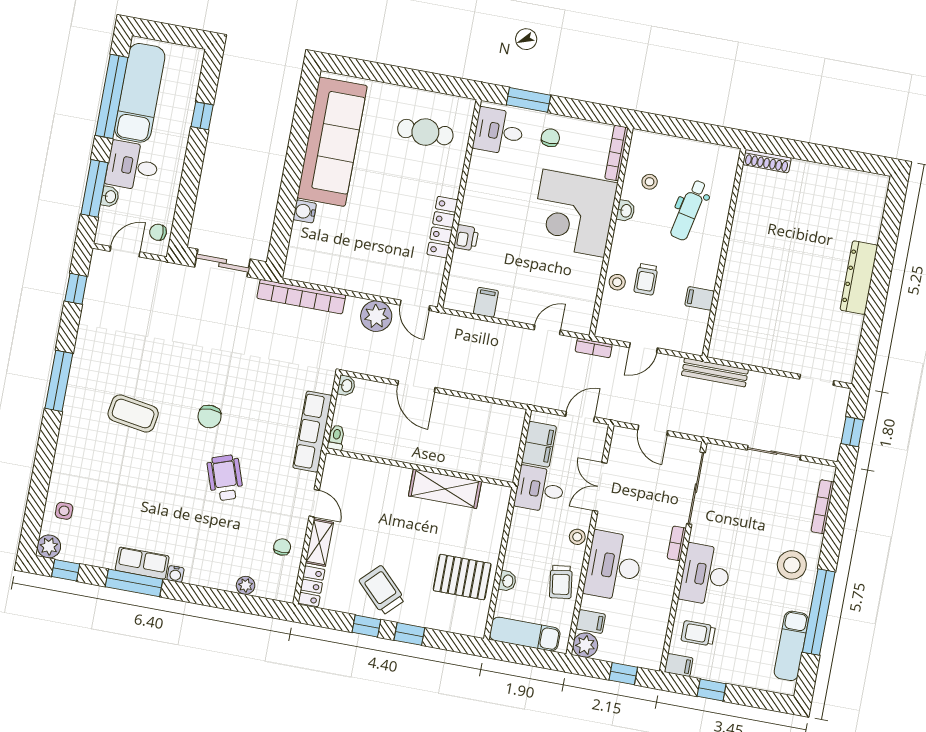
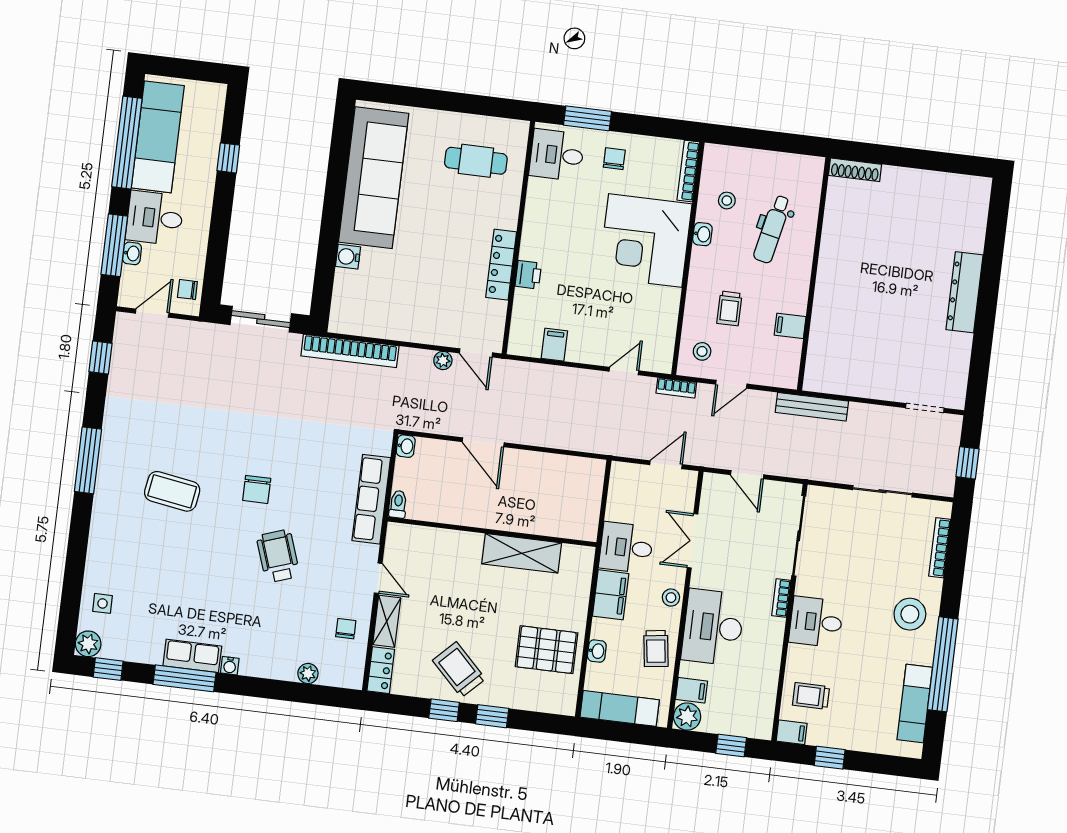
stool: (617, 282) -> (702, 351), moved
plant: (376, 316) -> (443, 360), width x0.53, depth x0.53
filing cabinet: (539, 444) -> (611, 595), moved
desk: (705, 575) -> (816, 622), width x0.73

